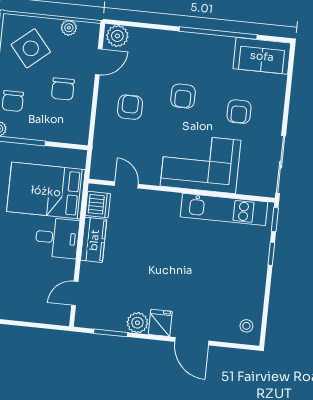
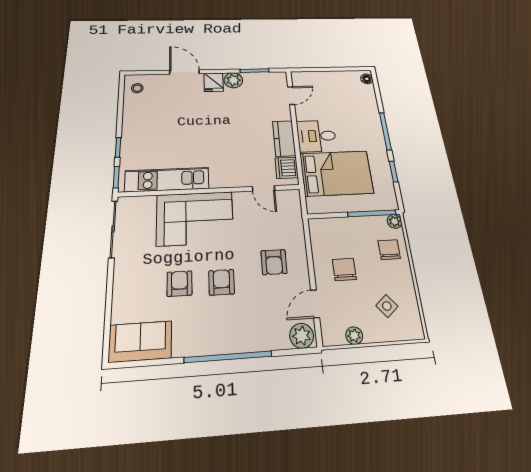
window: (218, 33) -> (228, 357), moved
side table: (31, 48) -> (387, 306), width x0.54, depth x0.54
armchair: (239, 112) -> (179, 284), moved

